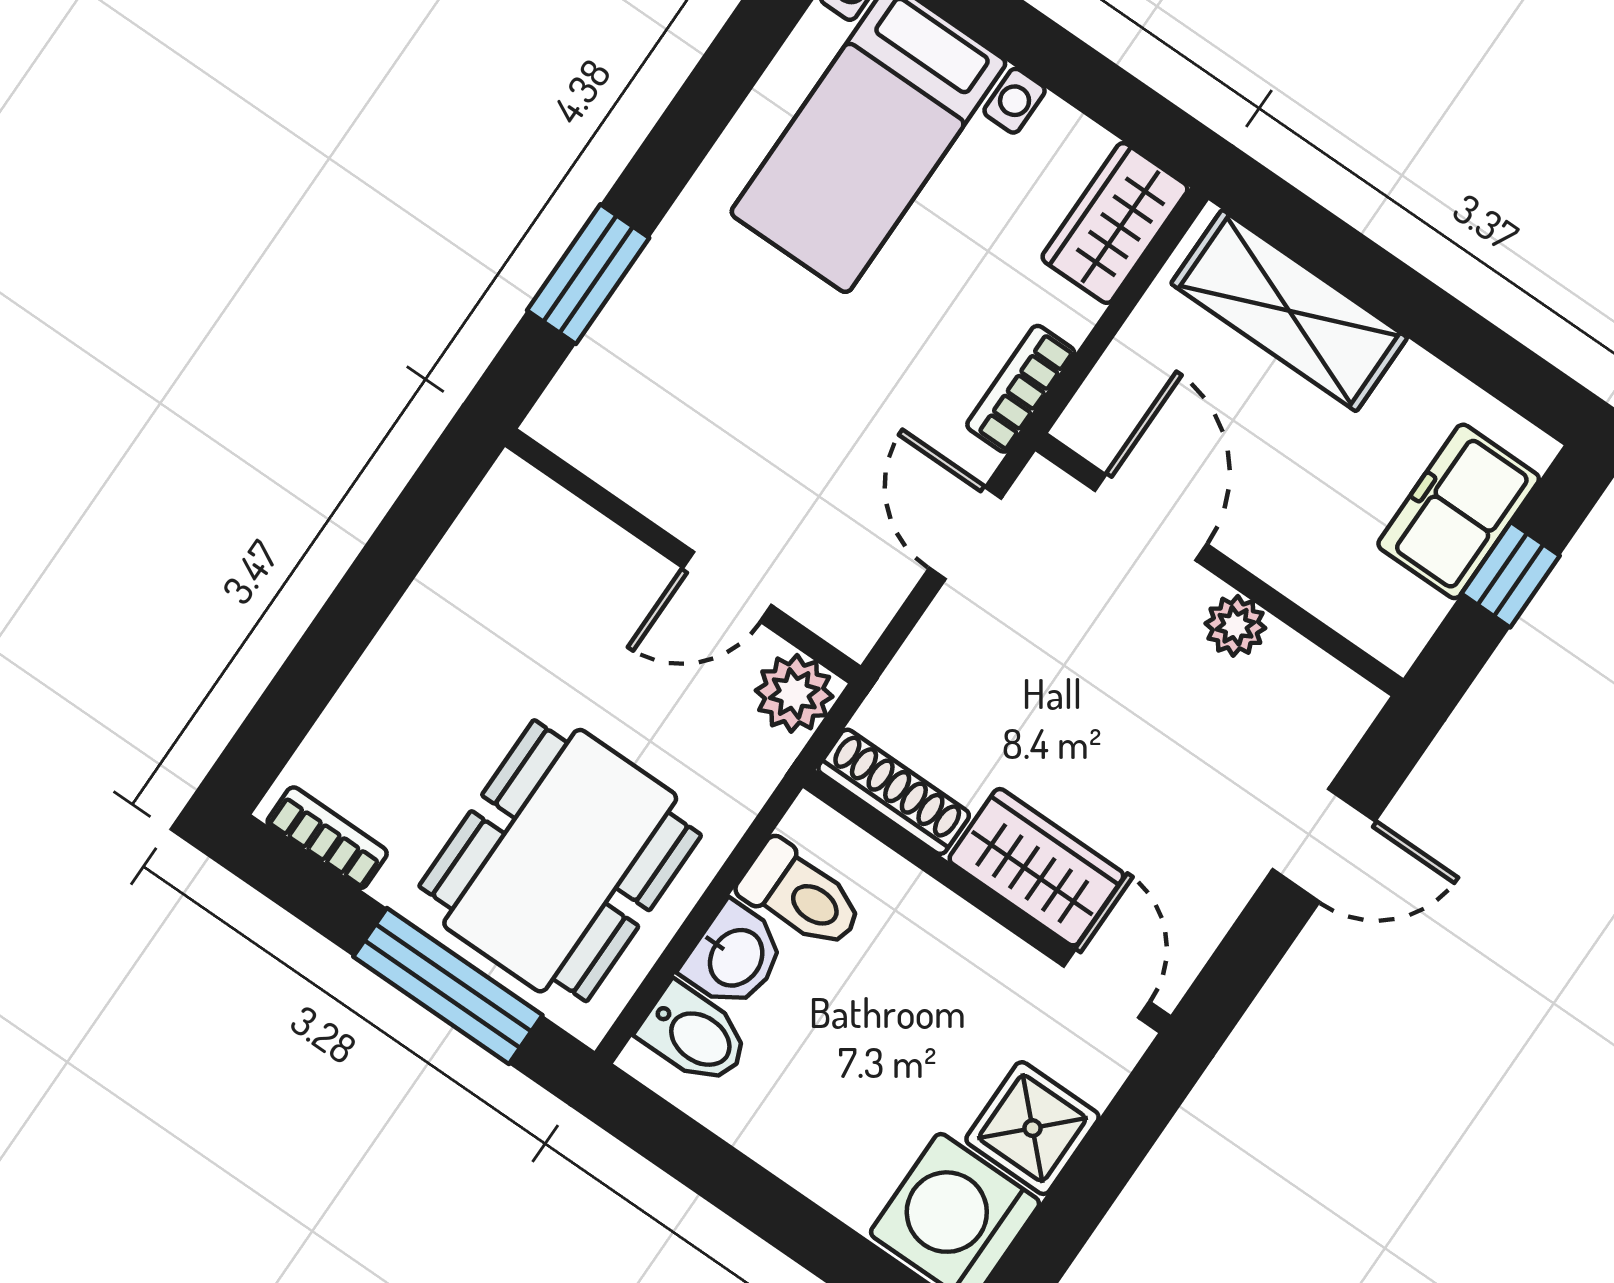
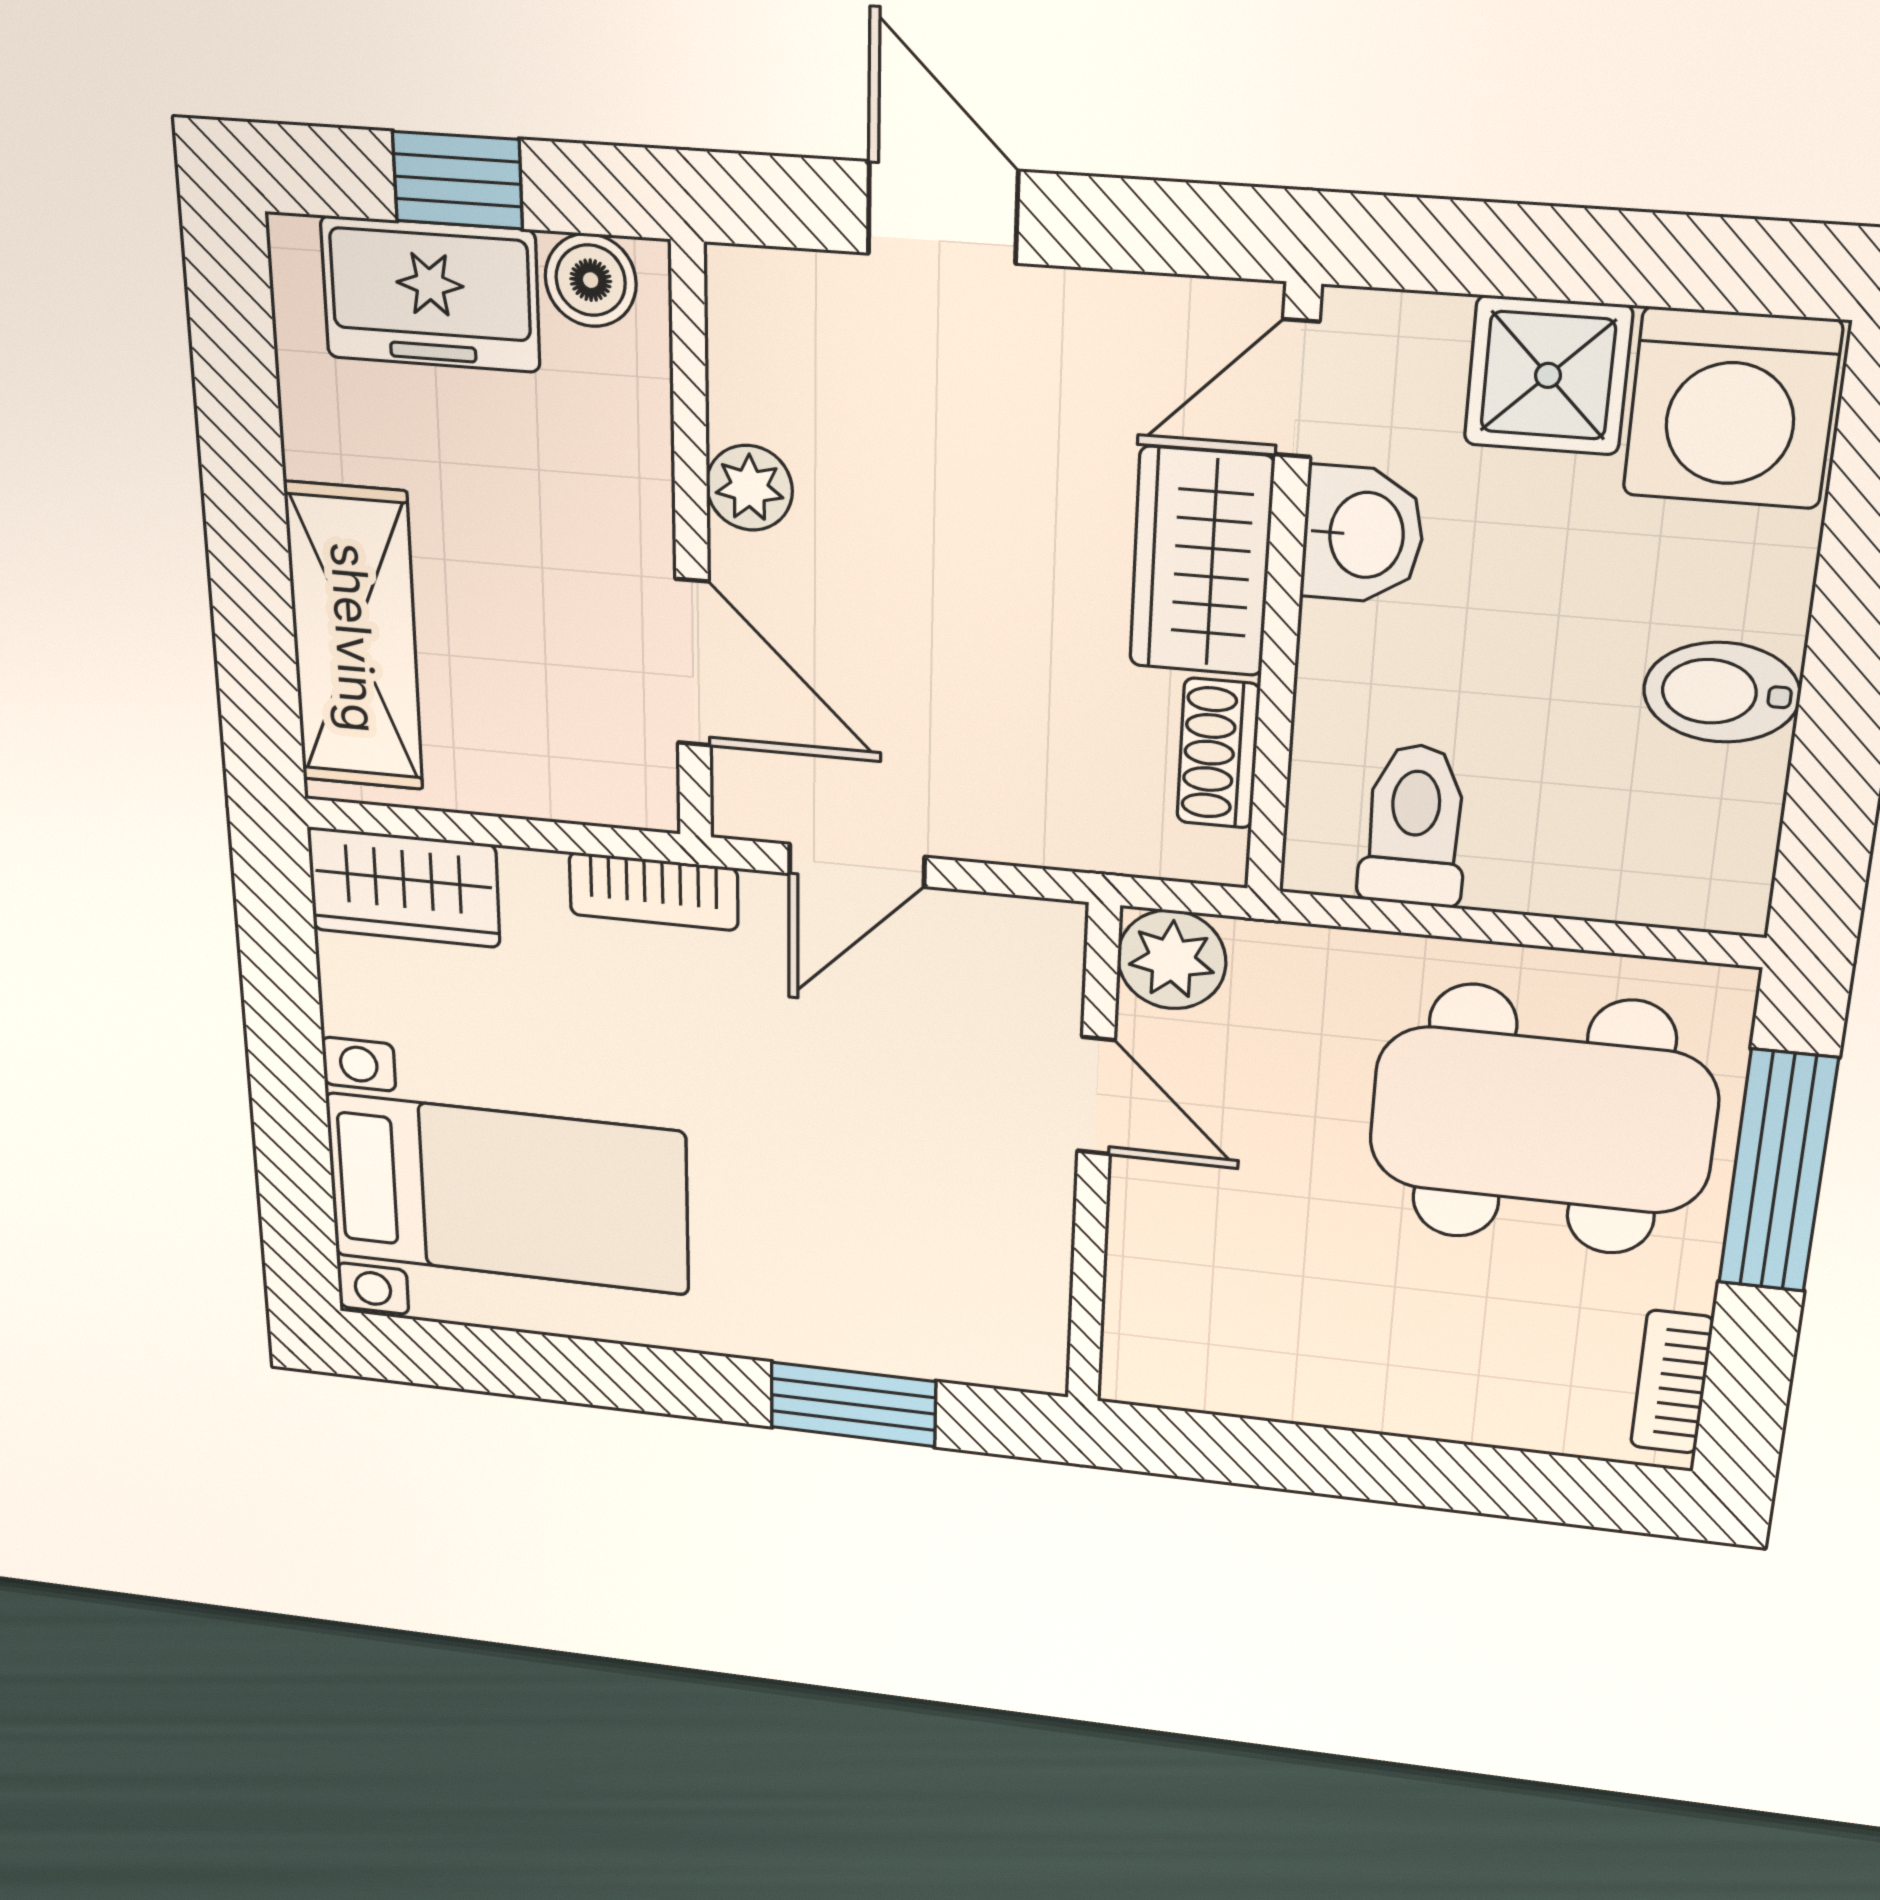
door: (1151, 517) -> (693, 663), swing flipped
boiler: (1409, 614) -> (591, 280), added
shoe rack: (894, 792) -> (1218, 753), width x0.70
washbasin: (734, 956) -> (1363, 535), moved, turned 90
bidet: (694, 1035) -> (1722, 692), moved, turned -90

